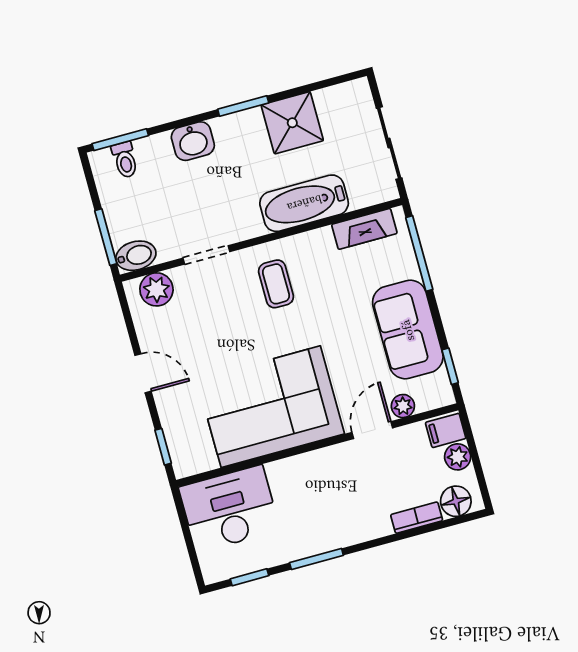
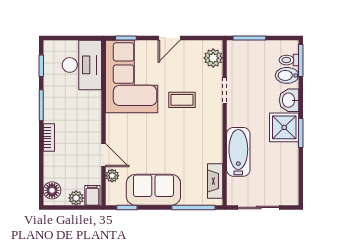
shower: (292, 123) -> (284, 127), moved
bidet: (136, 256) -> (287, 75), moved, turned 90
coffee table: (276, 284) -> (182, 100), moved
corner sofa: (271, 407) -> (132, 76), moved
bookcase: (417, 518) -> (49, 137), moved

